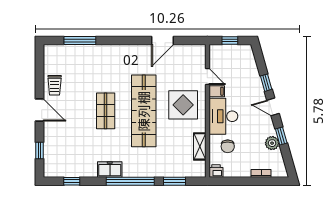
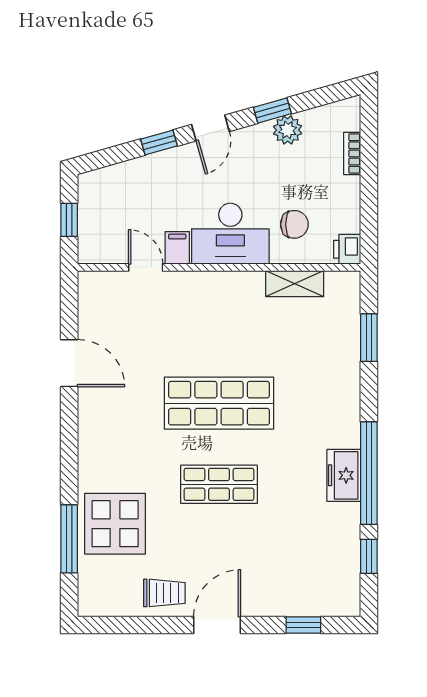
door: (207, 76) -> (146, 267), hinge flipped
display table: (183, 105) -> (115, 524), moved
shop shelf: (144, 111) -> (219, 403), width x0.71
window: (130, 181) -> (369, 473), moved

